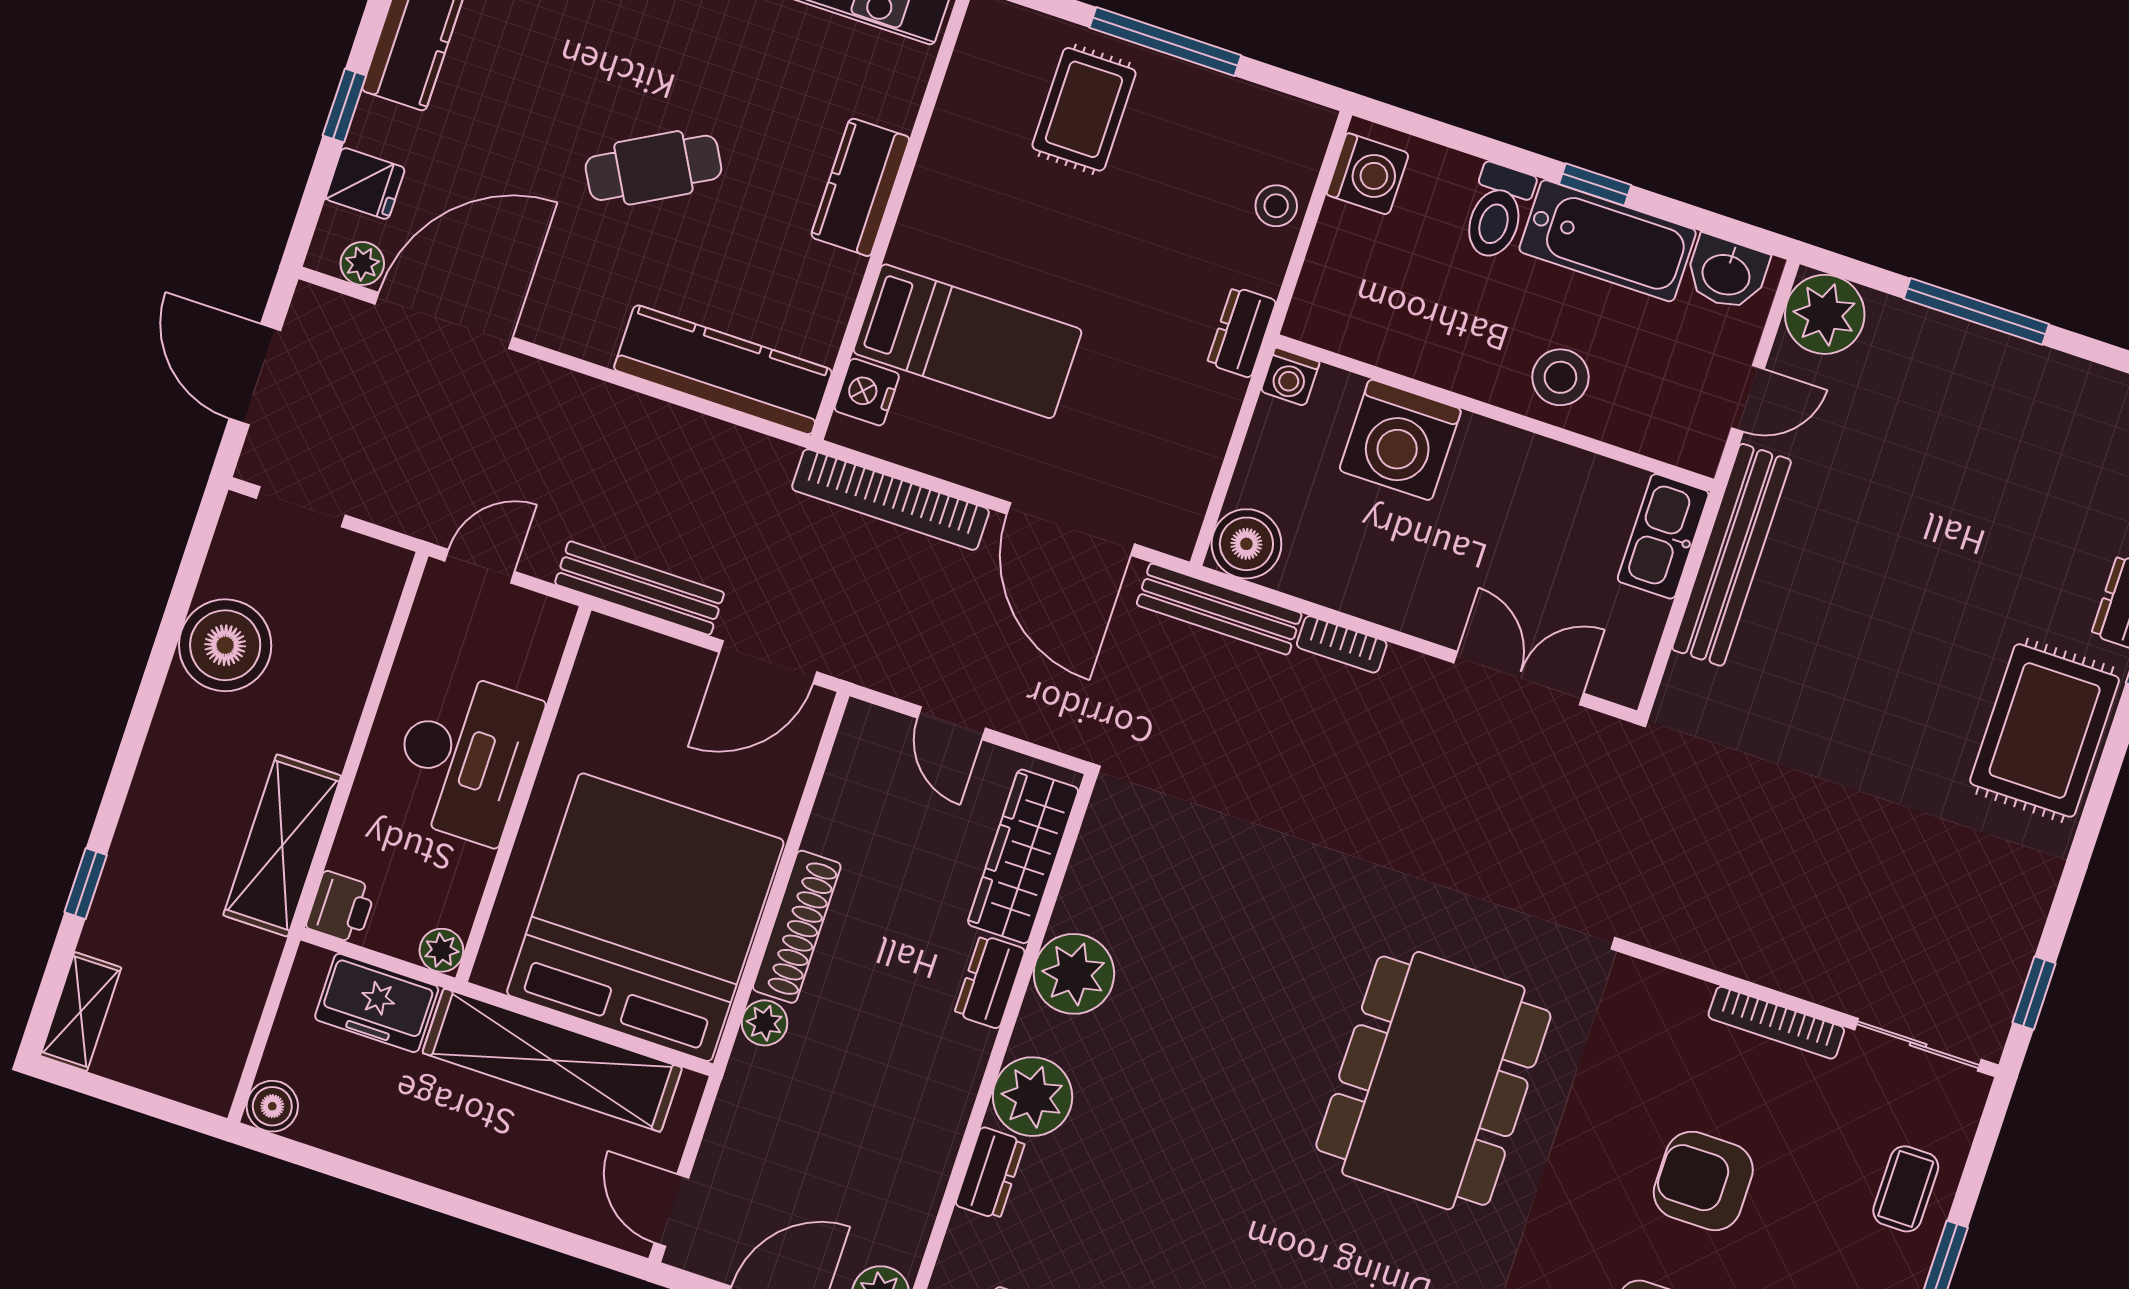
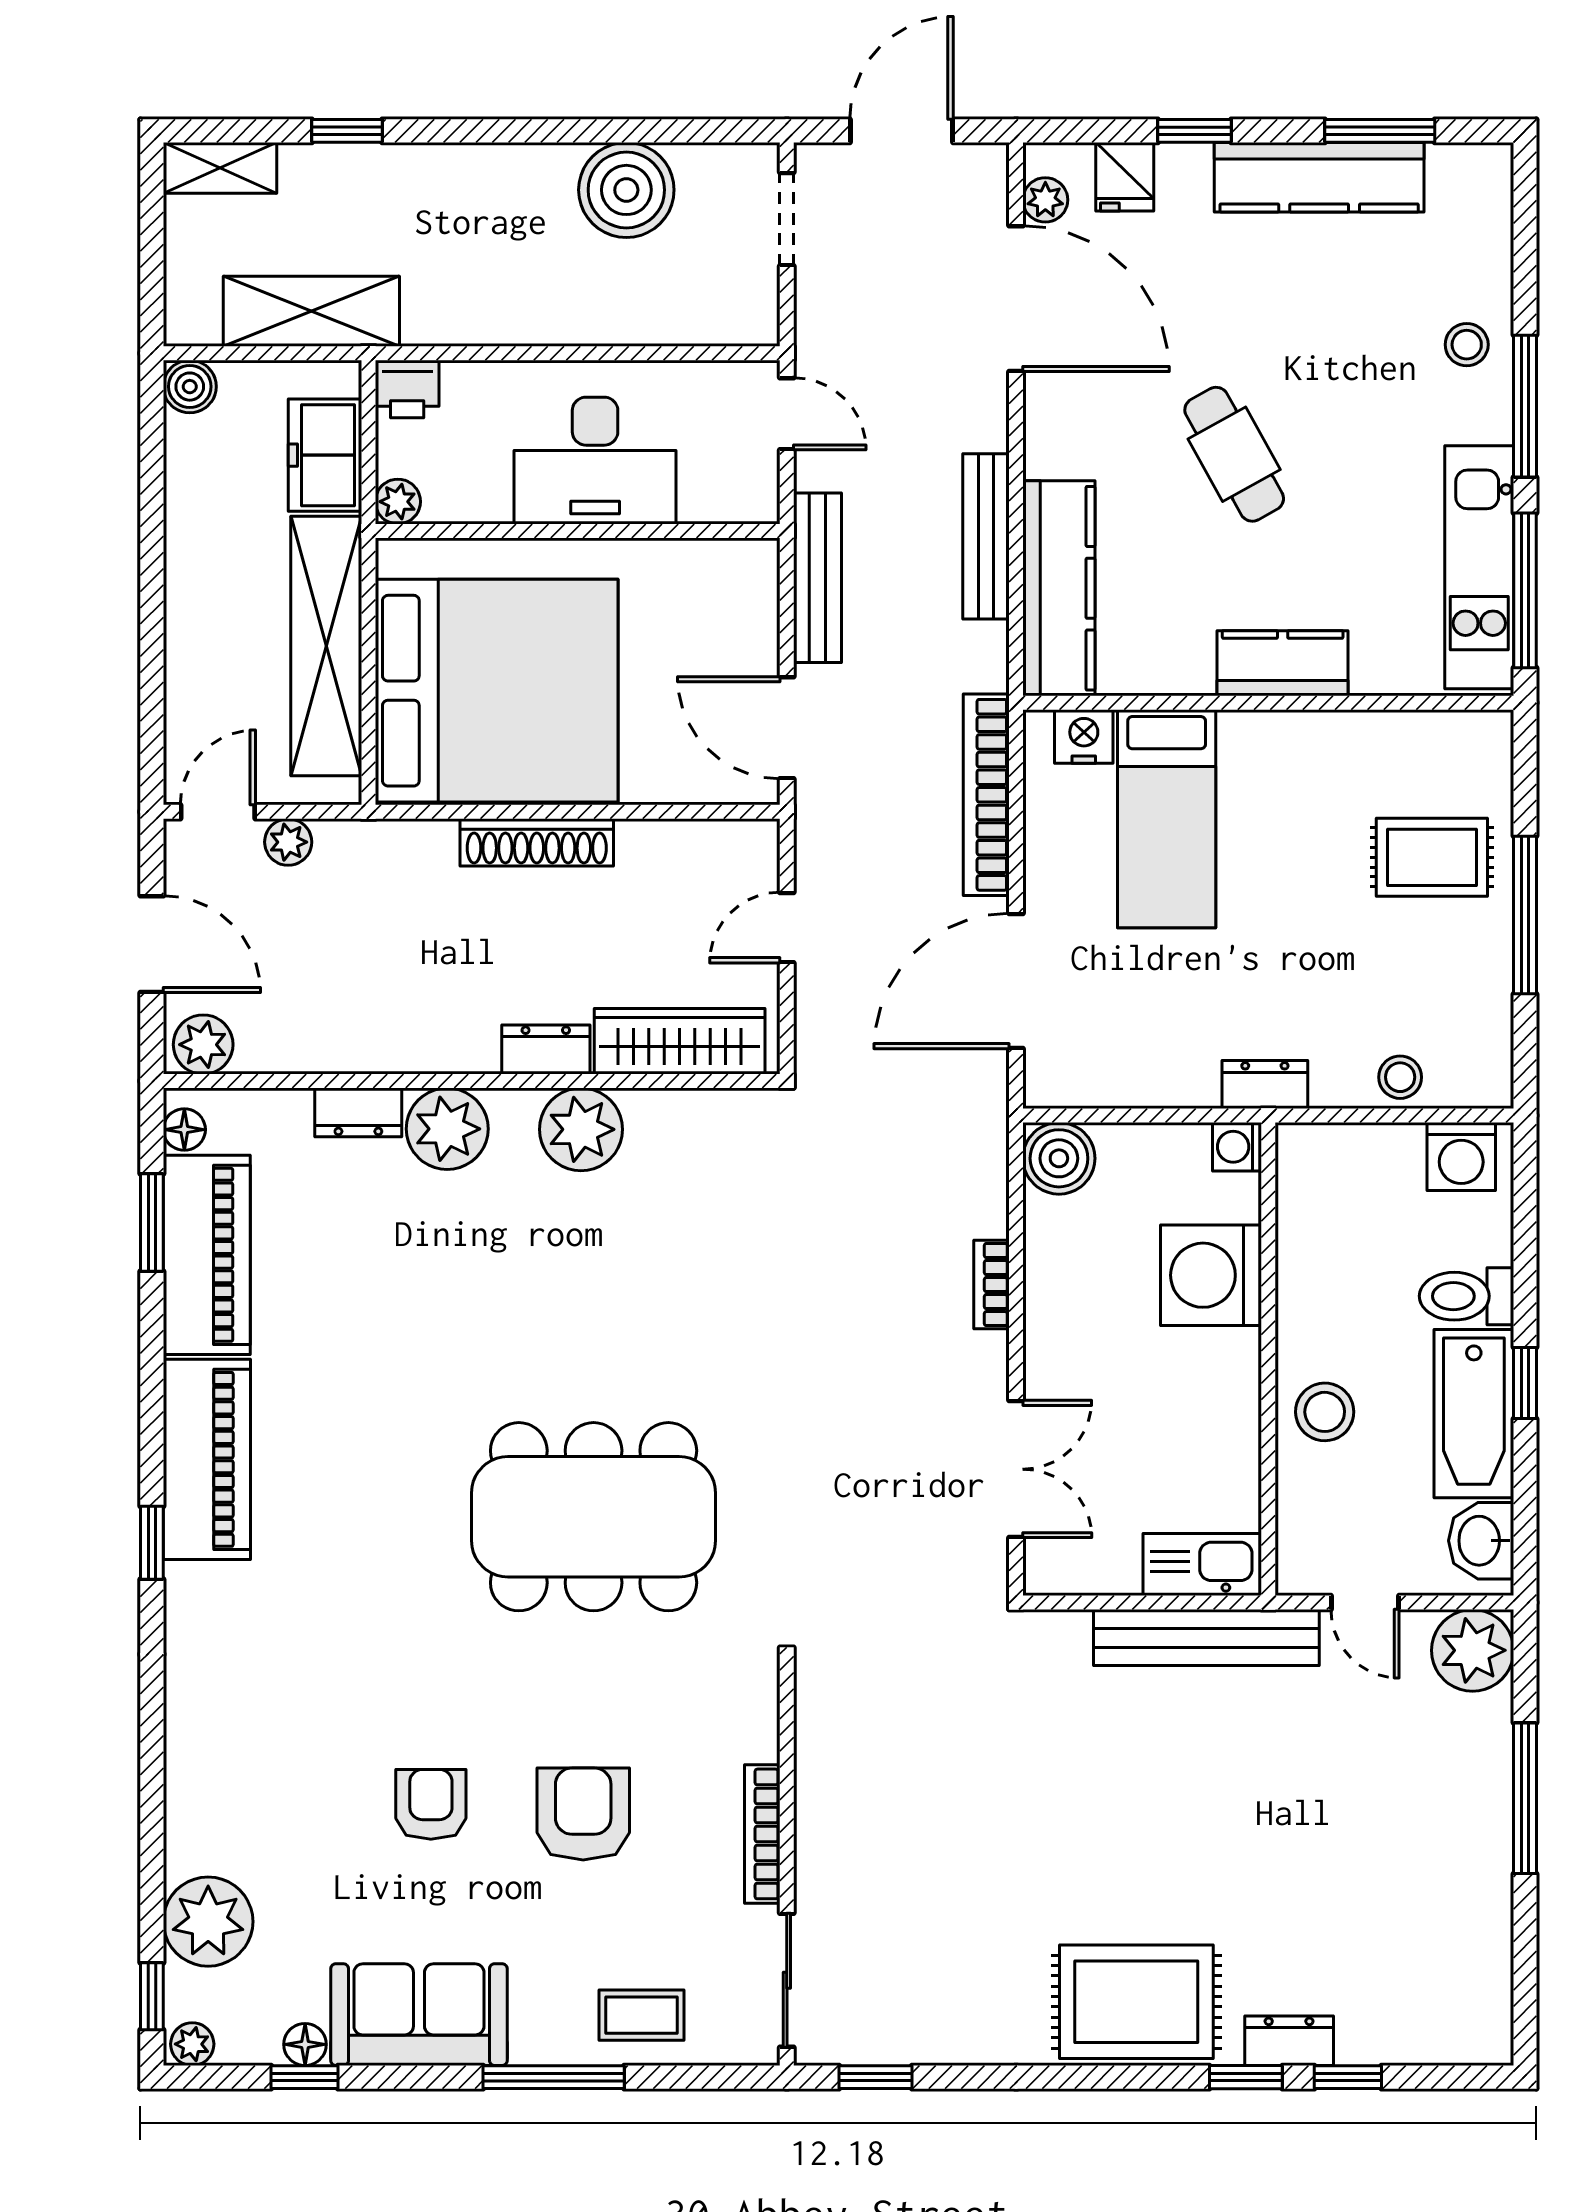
bench: (1219, 609) -> (986, 536), moved
shelving: (282, 845) -> (311, 311), moved
plant: (765, 1023) -> (288, 842), moved

